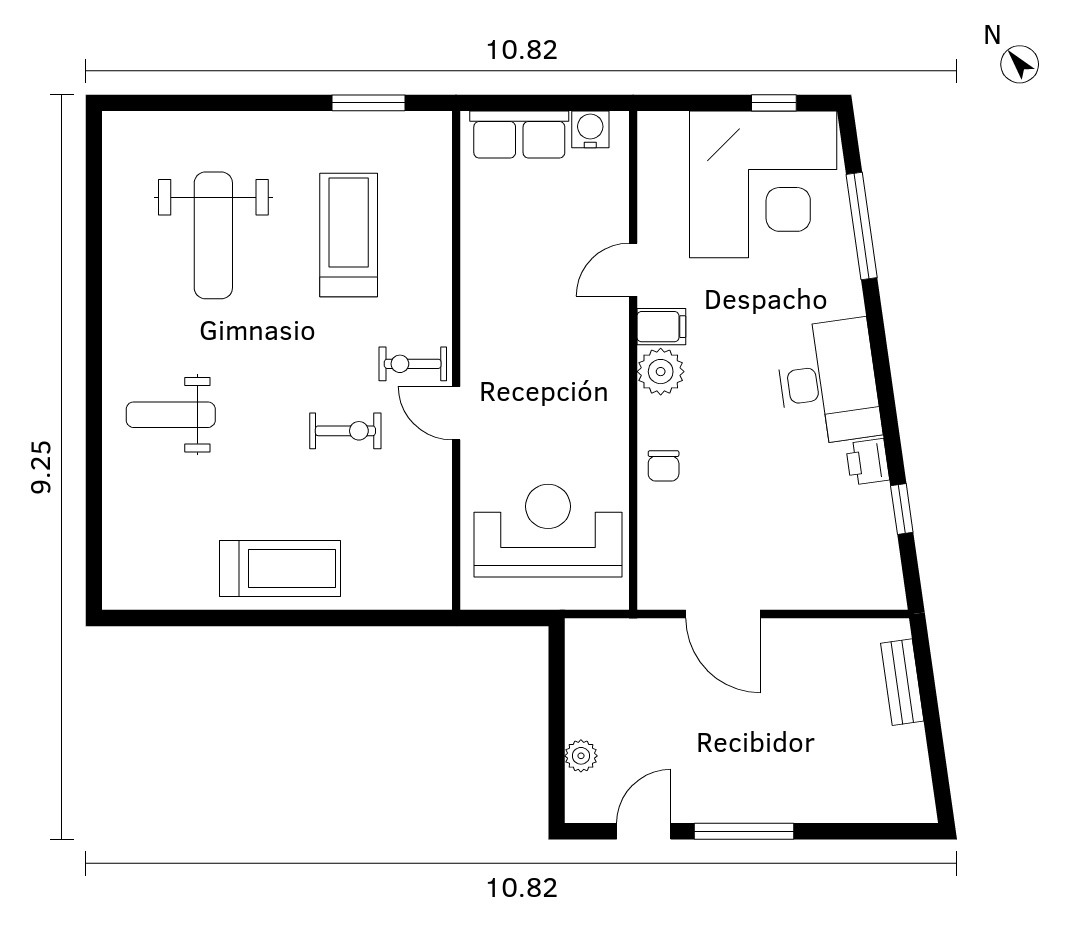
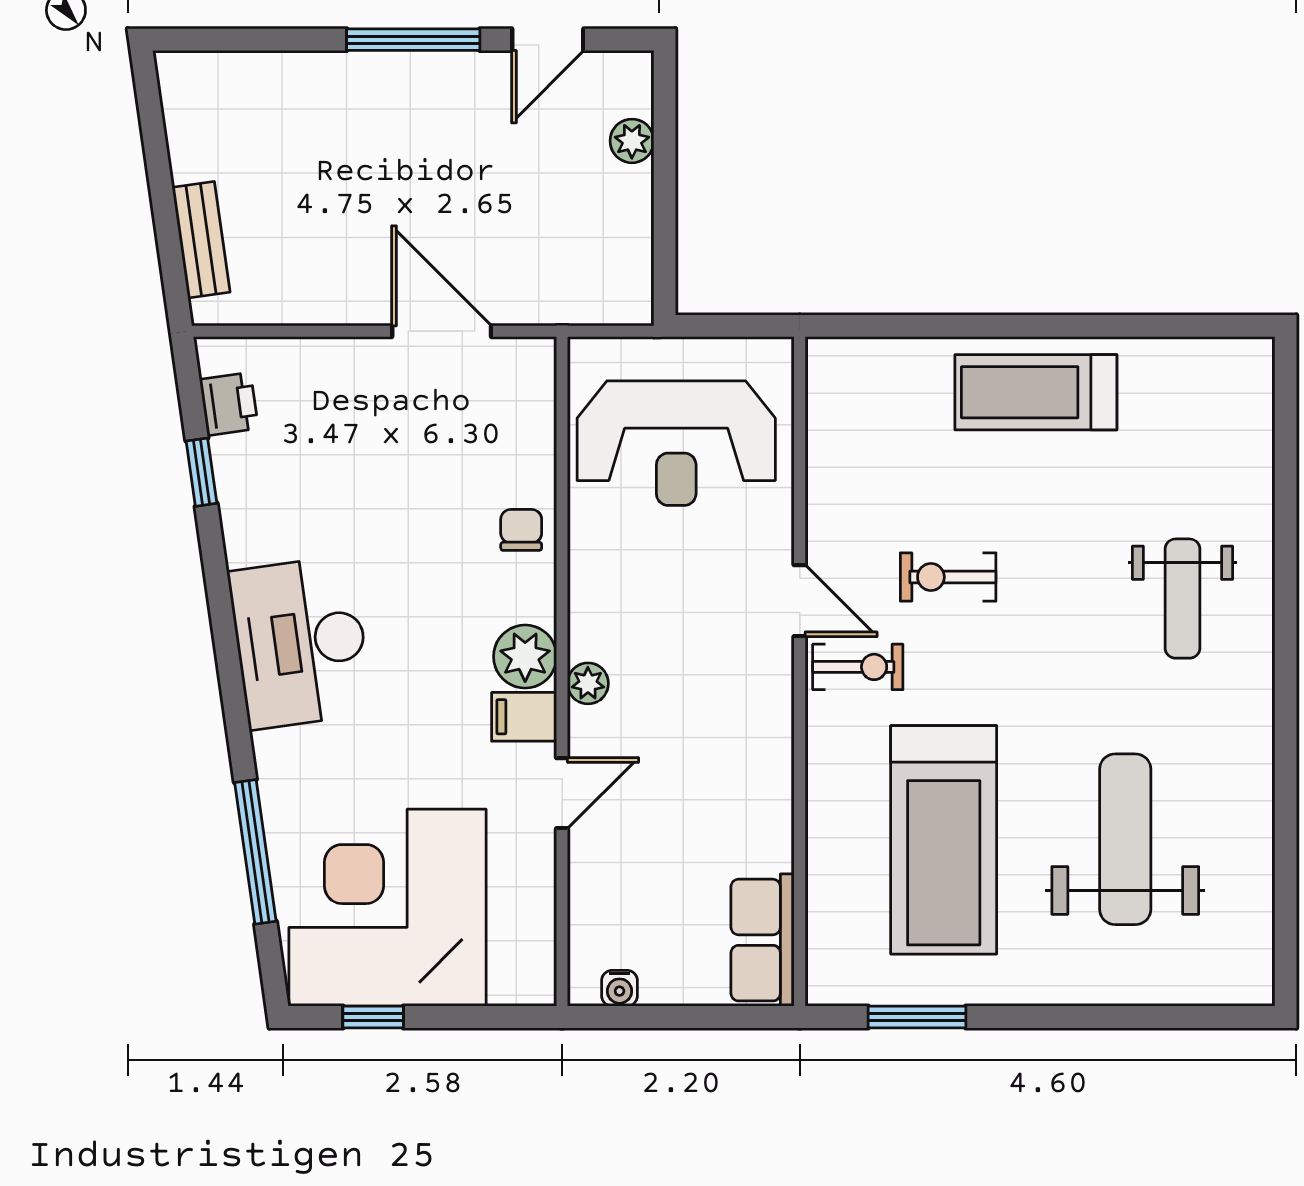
water cooler: (590, 129) -> (620, 988), width x0.72, depth x0.72
row of seats: (519, 135) -> (763, 940), moved, turned -90
treadmill: (349, 235) -> (944, 840), width x1.37, depth x1.38
plant: (614, 352) -> (588, 683), added
weight bench: (171, 415) -> (1182, 599), turned 90
printer: (867, 462) -> (229, 404), moved

